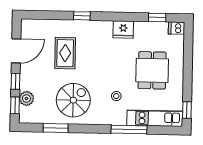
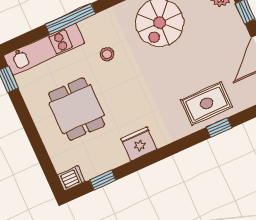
window: (82, 16) -> (219, 128), moved
rug: (65, 53) -> (207, 103), moved, turned 90

